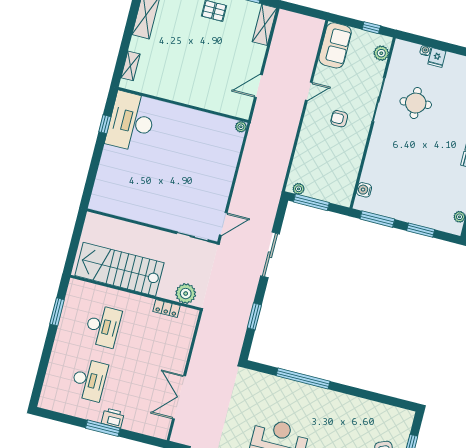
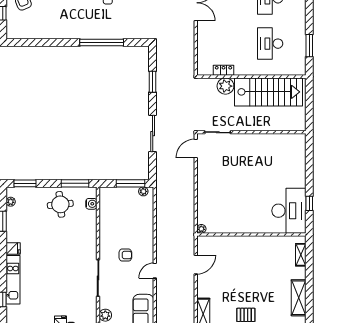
round table: (416, 103) -> (60, 204), moved
window: (421, 230) -> (25, 183), moved
plant: (186, 294) -> (225, 86), moved

